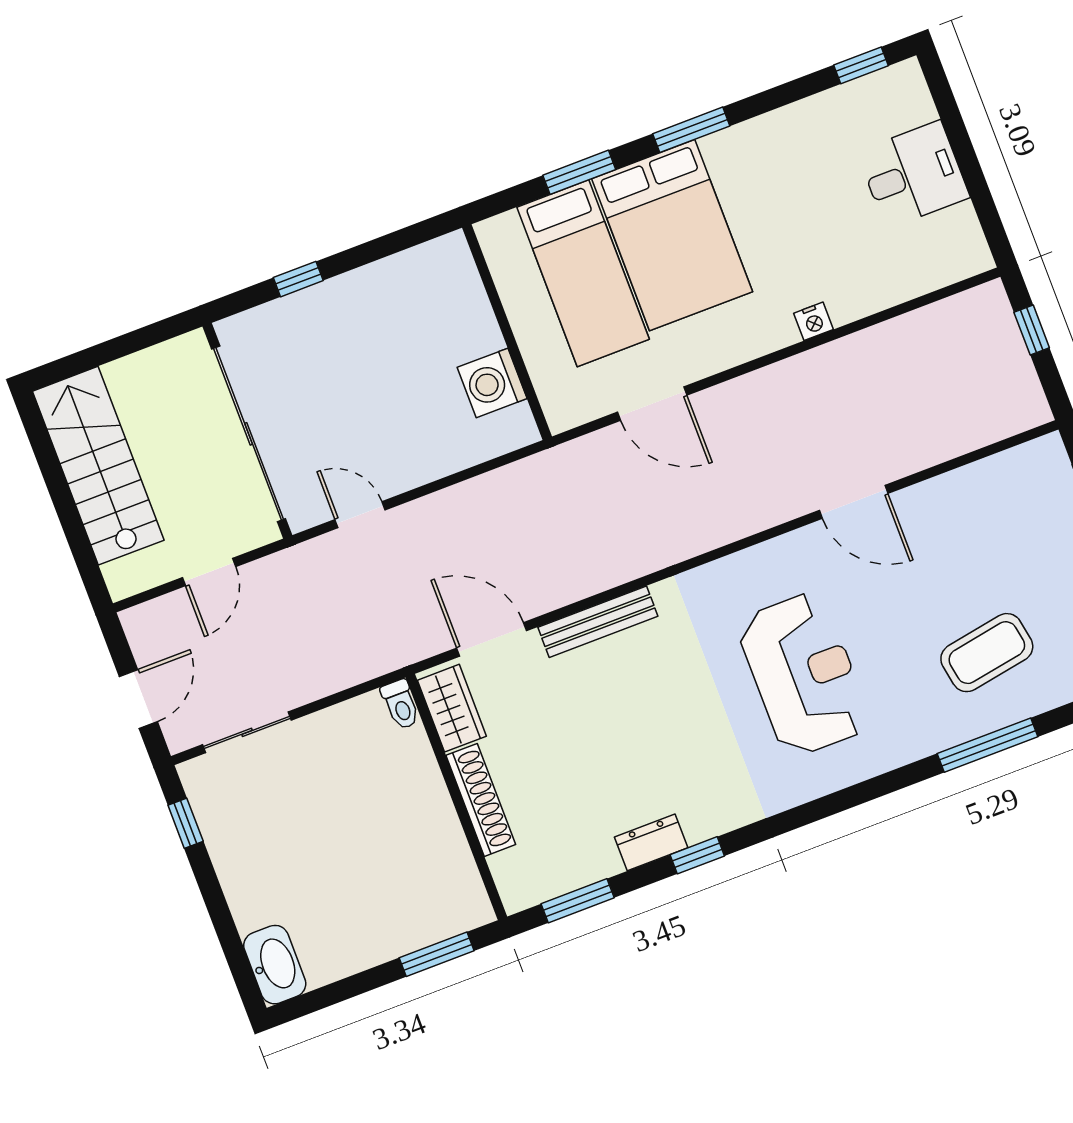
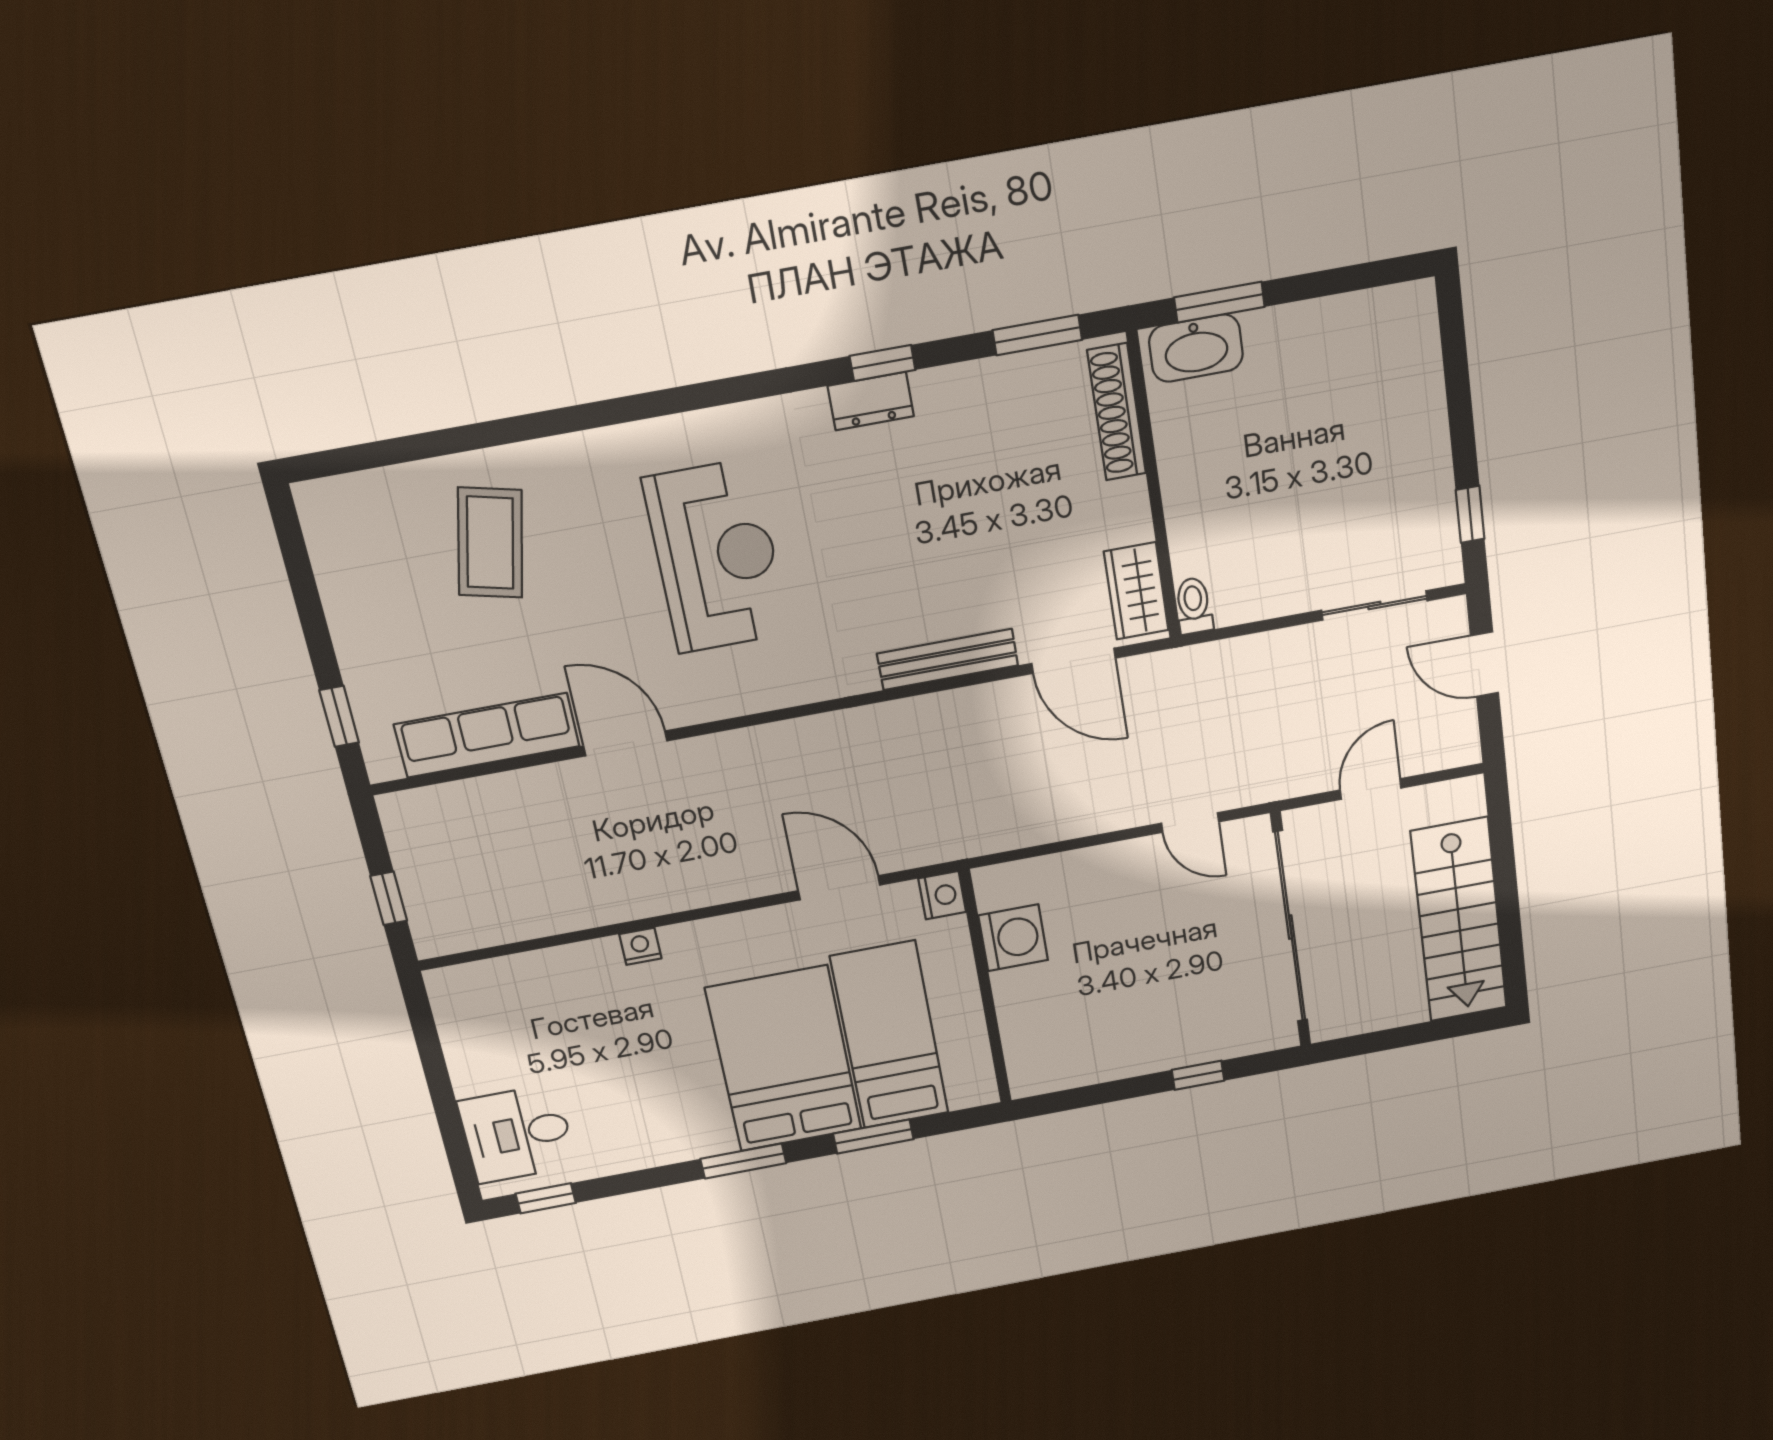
desk: (913, 175) -> (517, 1134), moved
nightstand: (562, 412) -> (942, 895), added
row of seats: (968, 489) -> (487, 735), added
coffee table: (987, 653) -> (490, 543), turned -67
reception desk: (804, 674) -> (716, 557), turned 180
door: (138, 699) -> (1485, 664), hinge flipped
window: (987, 745) -> (504, 431), removed
shoe rack: (481, 800) -> (1117, 412), moved
dresser: (651, 842) -> (871, 401), moved
washbasin: (275, 965) -> (1196, 348), moved, turned -90

